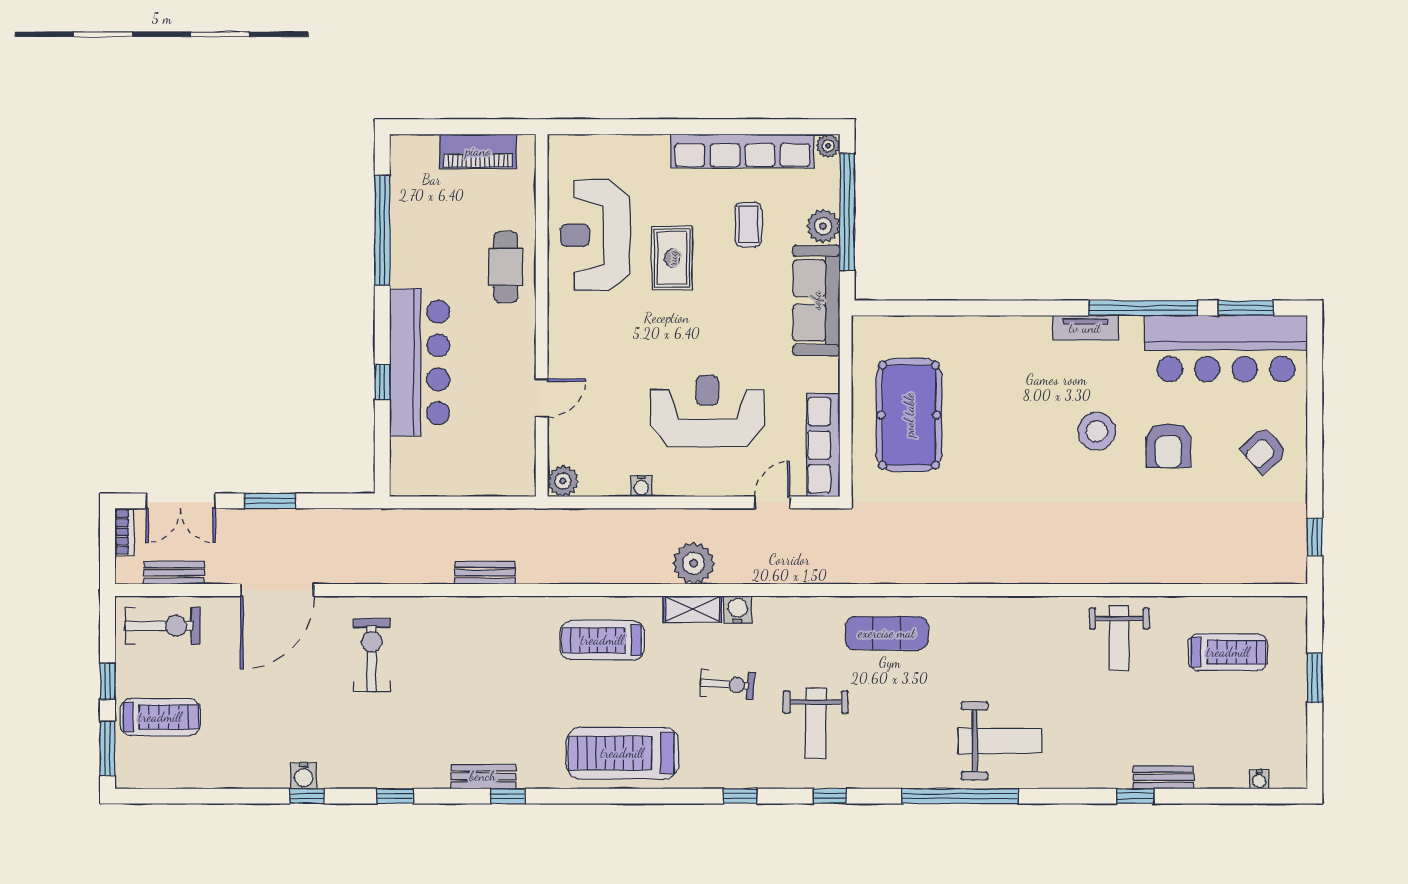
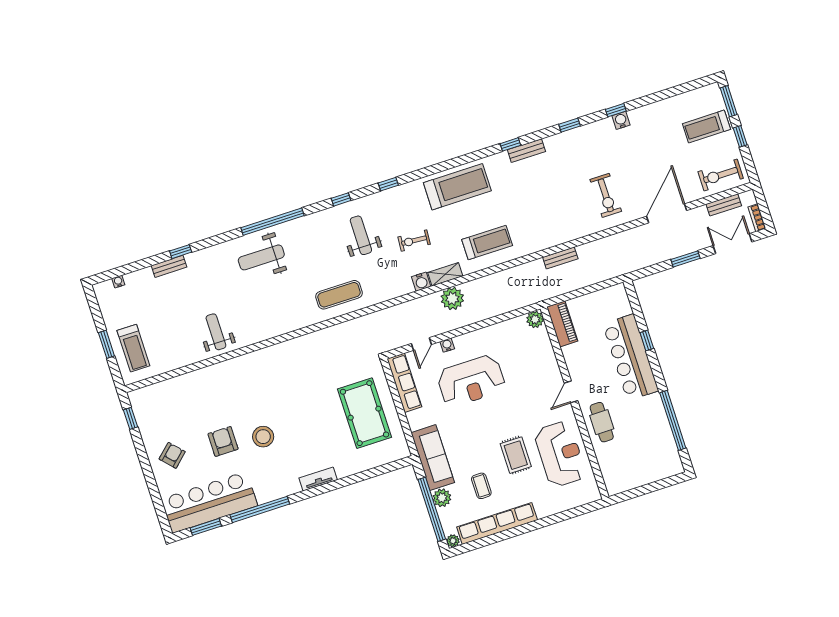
piano: (478, 151) -> (562, 324), moved, turned 90
tv unit: (1085, 328) -> (318, 479), moved
door: (542, 398) -> (571, 392), moved
water cooler: (641, 486) -> (447, 345), moved
treadmill: (1228, 652) -> (133, 348), moved, turned -90

